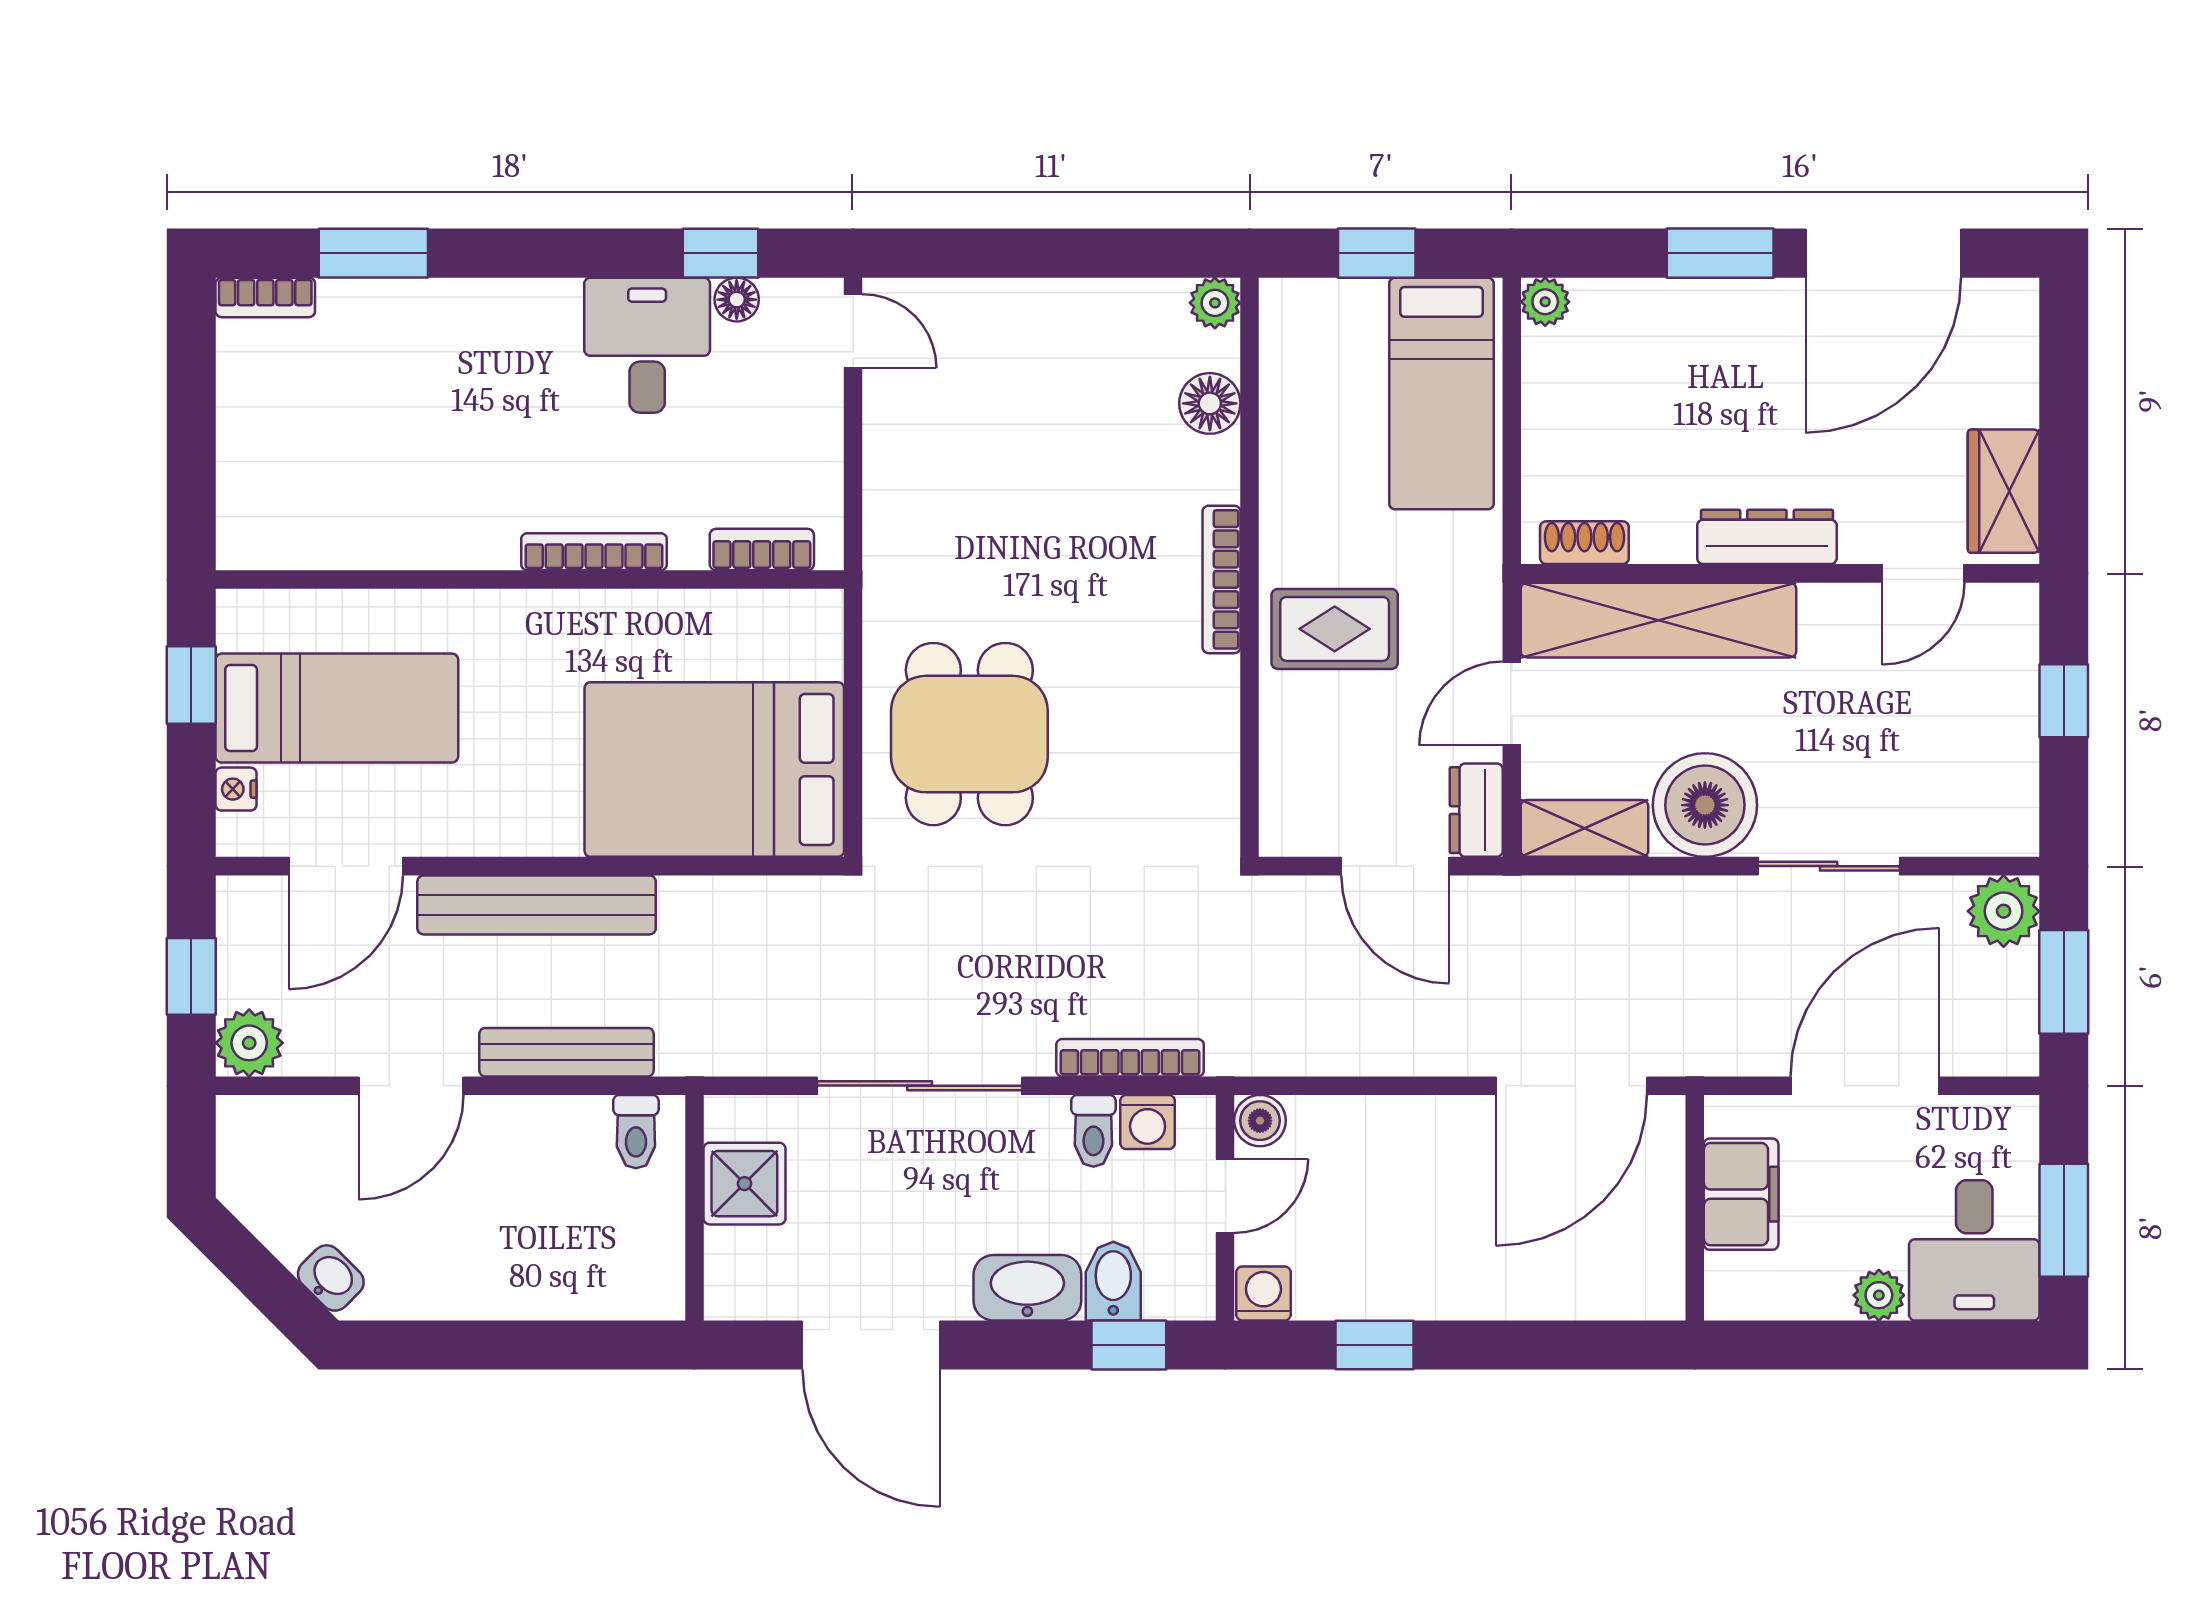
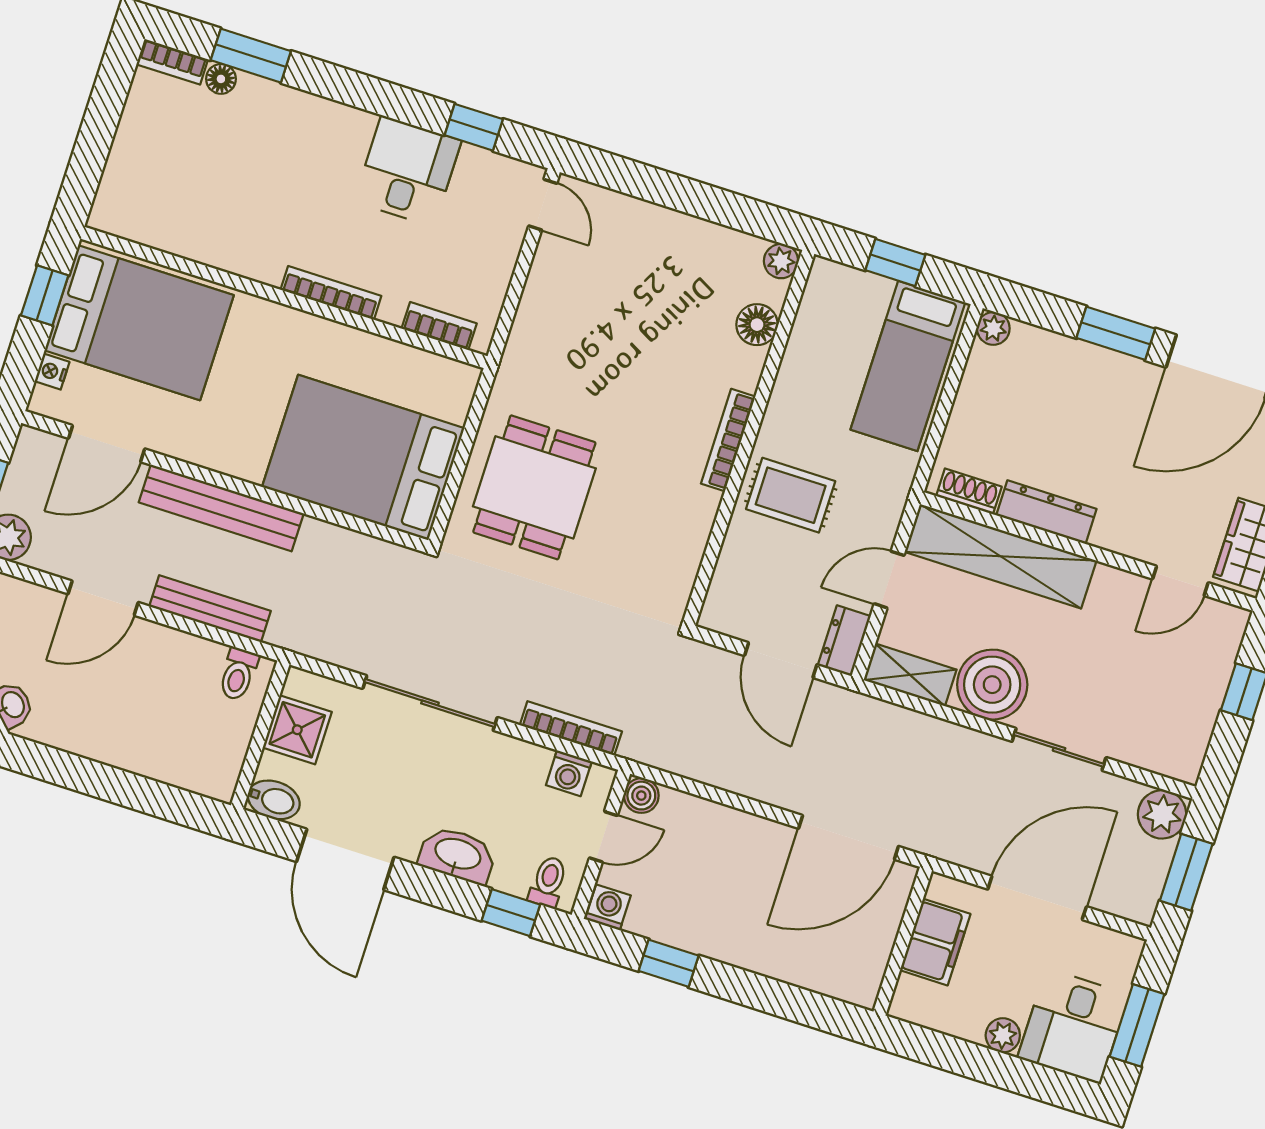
floor lamp: (737, 300) -> (221, 79), moved
dresser: (1767, 537) -> (1046, 512), moved
bed: (337, 708) -> (139, 323), width x1.50
toilet: (1093, 1131) -> (548, 882), moved, turned 180
bidet: (1113, 1281) -> (274, 800), moved, turned 90

